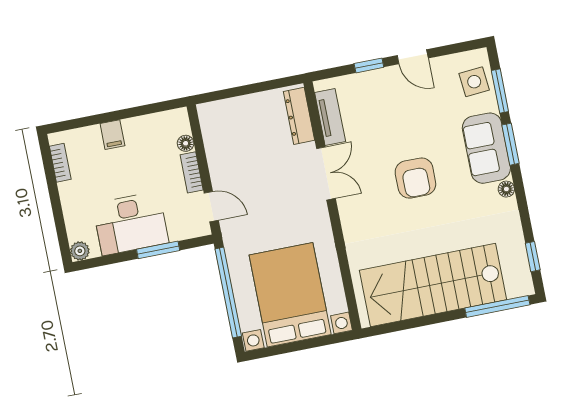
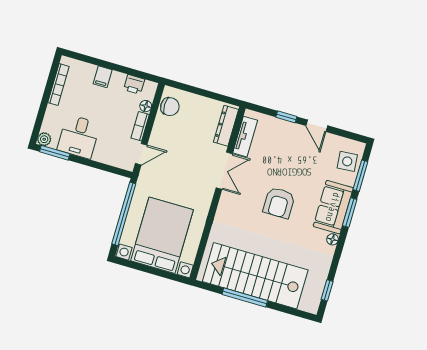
printer: (157, 124) -> (134, 84), added
chair: (216, 128) -> (170, 107), added
bookcase: (60, 163) -> (58, 84), width x1.56
door: (211, 207) -> (141, 154), hinge flipped
desk: (131, 223) -> (79, 137), width x0.73
window: (158, 250) -> (55, 153), moved
window: (497, 306) -> (245, 297), moved

